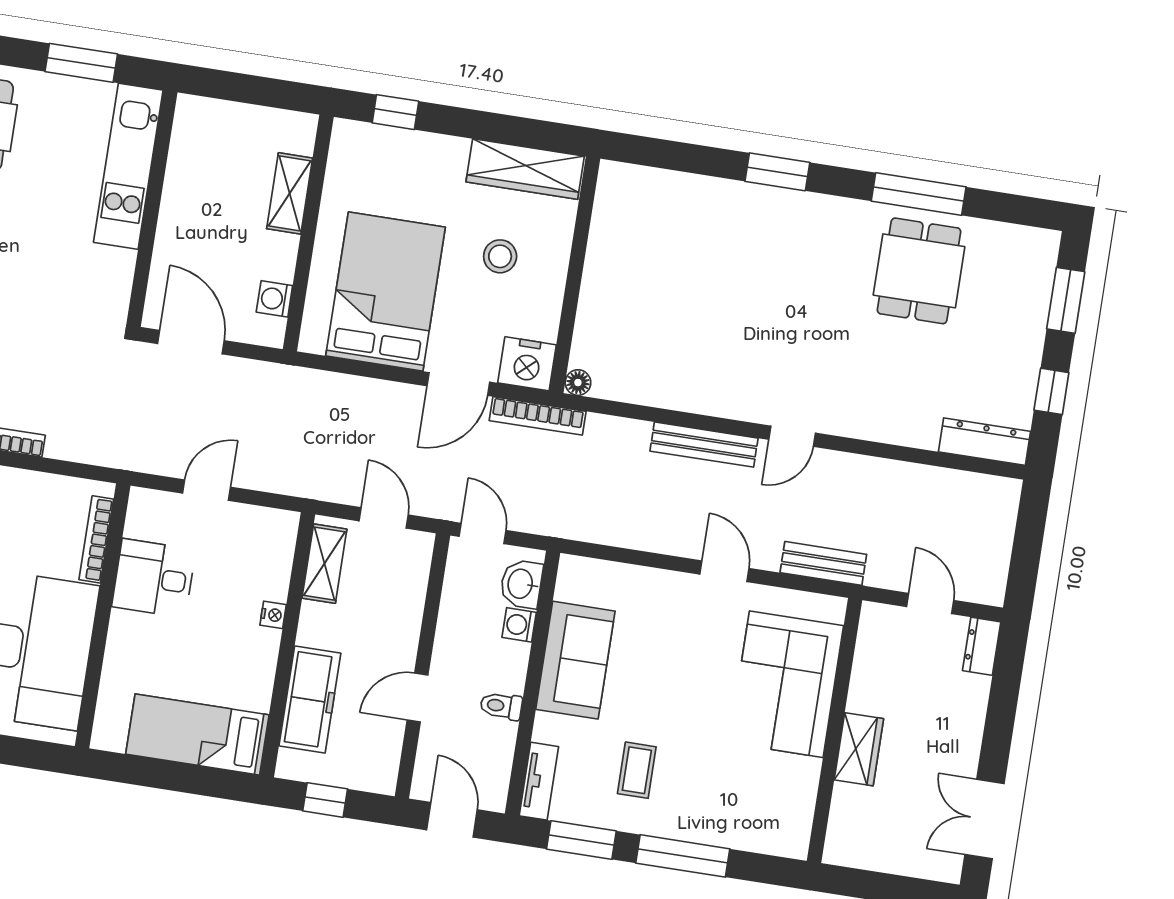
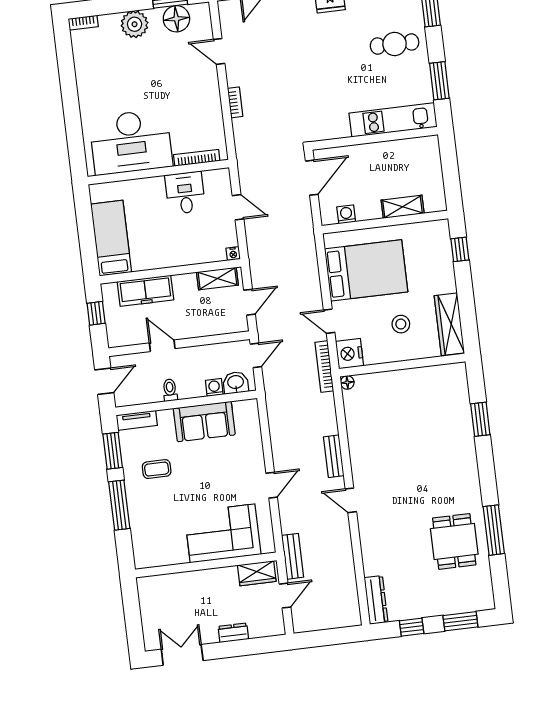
window: (777, 172) -> (480, 419), moved
dining table: (919, 271) -> (454, 541), turned 90
door: (458, 384) -> (329, 321), width x0.73
bench: (704, 445) -> (334, 456), width x0.73
bench: (823, 563) -> (293, 556), moved
nightstand: (273, 615) -> (233, 254), moved
dresser: (982, 646) -> (233, 633), moved
wardrobe: (859, 749) -> (257, 573), moved

